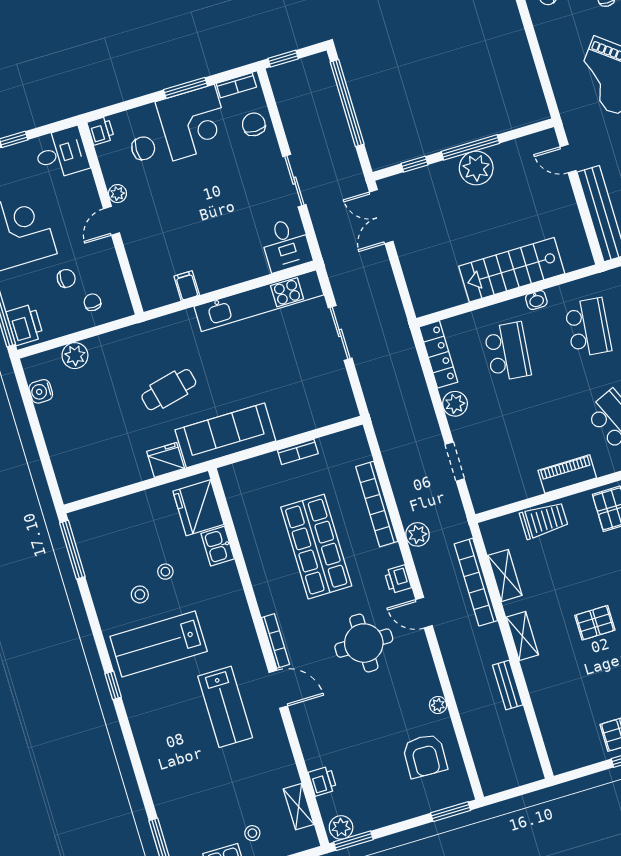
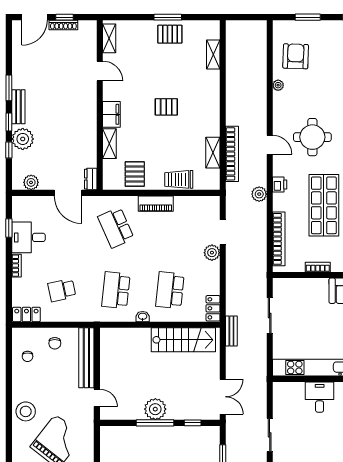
desk: (286, 245) -> (320, 397), moved
stairs: (512, 270) -> (183, 340), moved
sliding door: (340, 333) -> (270, 315), moved
locker: (438, 354) -> (213, 308), width x0.66
plant: (455, 404) -> (212, 253), moved
bookcase: (377, 504) -> (279, 239), moved
printer: (398, 579) -> (280, 185), moved
shelving: (522, 636) -> (213, 54), moved
bench: (508, 685) -> (231, 331), moved
window: (451, 812) -> (308, 17), moved

